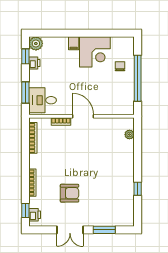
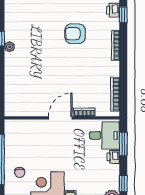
printer: (34, 63) -> (113, 157), moved
door: (83, 116) -> (60, 118), swing flipped
plant: (129, 135) -> (10, 47), moved

